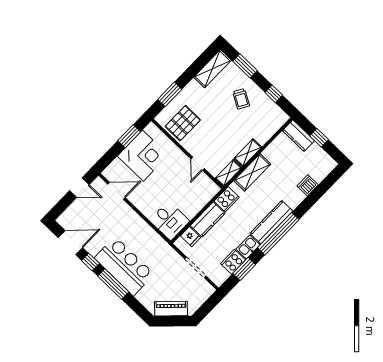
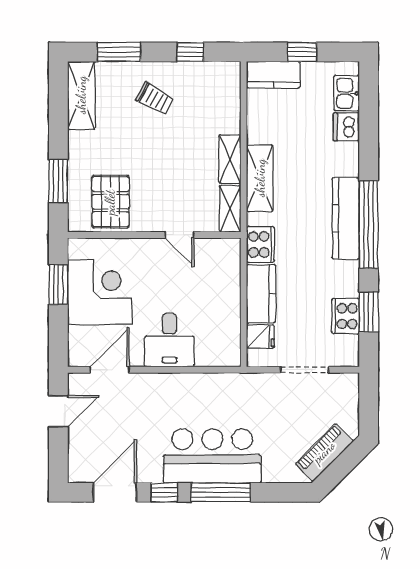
desk: (170, 221) -> (169, 340), moved, turned 90
kitchen sink: (248, 247) -> (346, 93), moved

